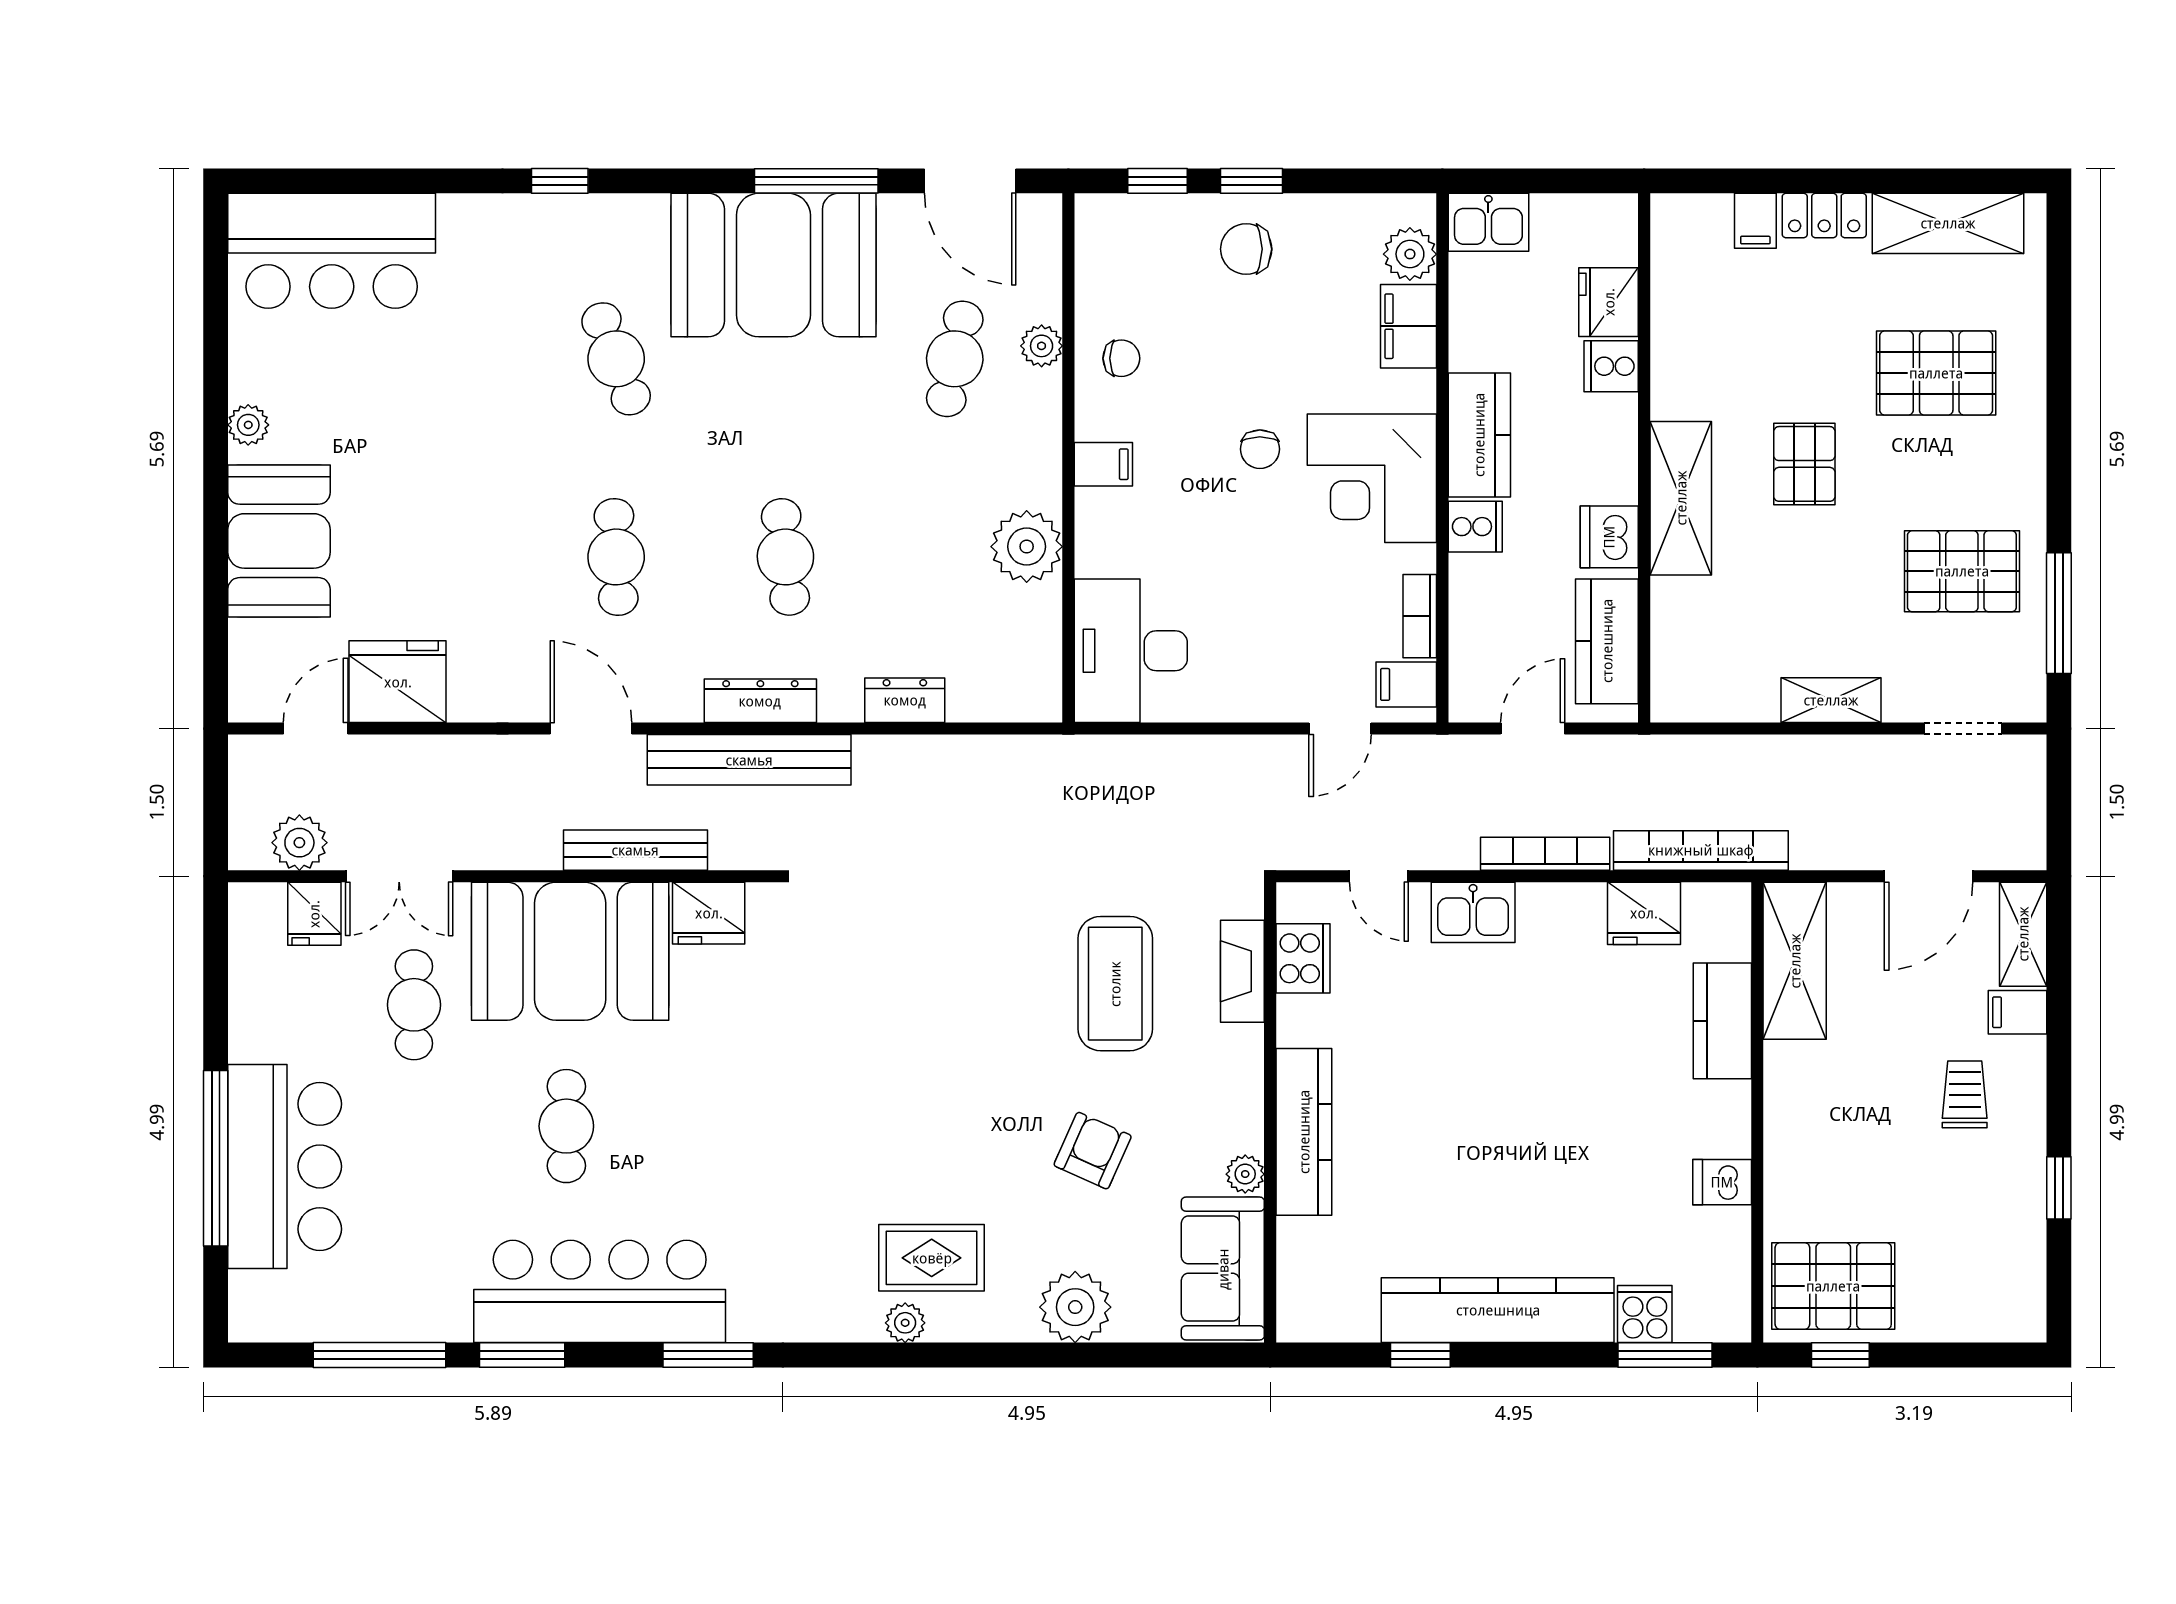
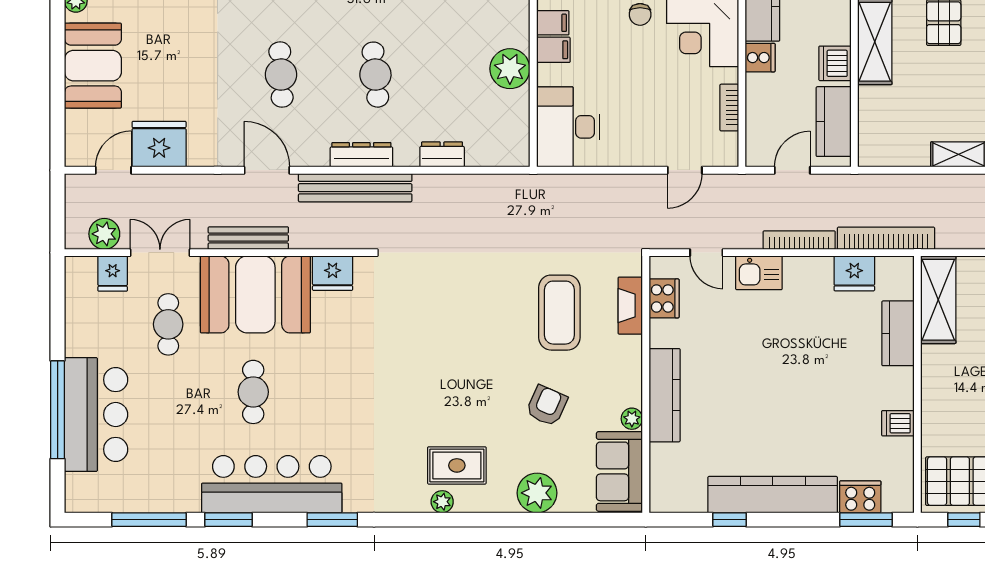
filing cabinet: (1406, 684) -> (553, 50), moved, turned 180
bench: (635, 850) -> (248, 238), moved
double door: (399, 876) -> (160, 253), swing flipped
cooker: (1645, 1314) -> (860, 497), width x1.36

